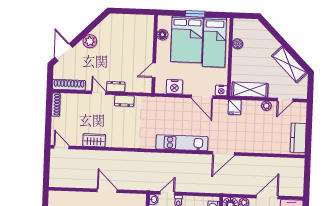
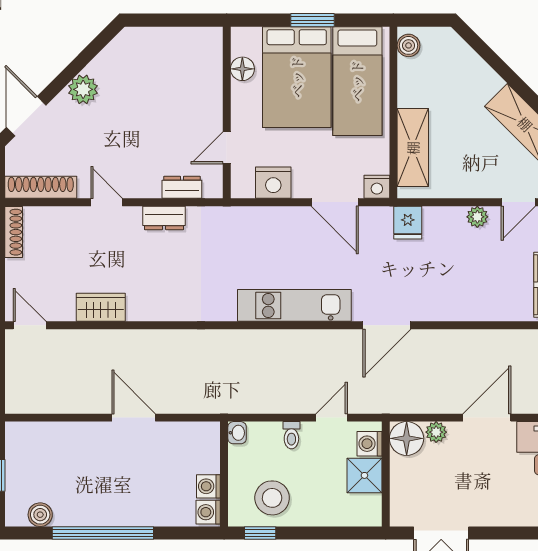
boiler: (237, 44) -> (409, 45), moved
dresser: (116, 87) -> (182, 187), moved
shelving: (250, 90) -> (413, 148), moved, turned 90
door: (167, 193) -> (332, 418), moved

